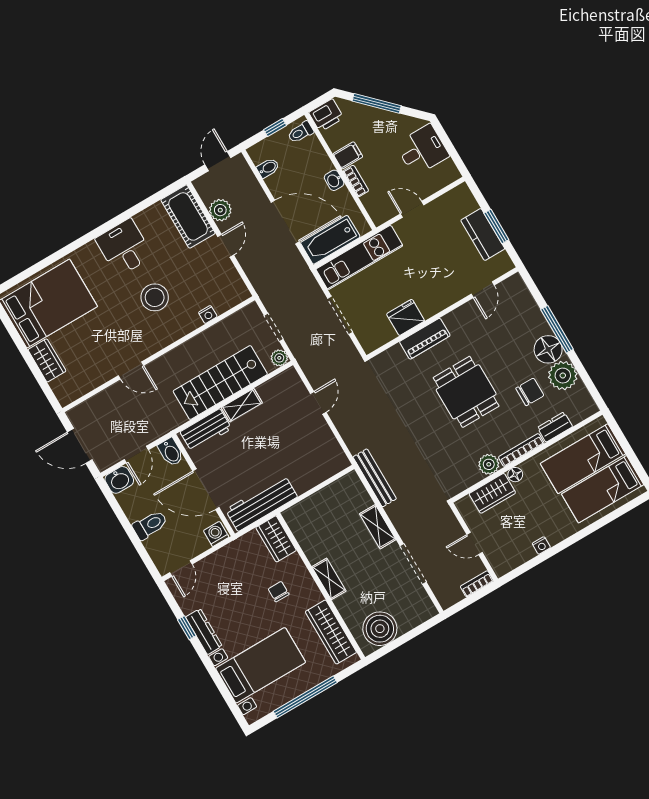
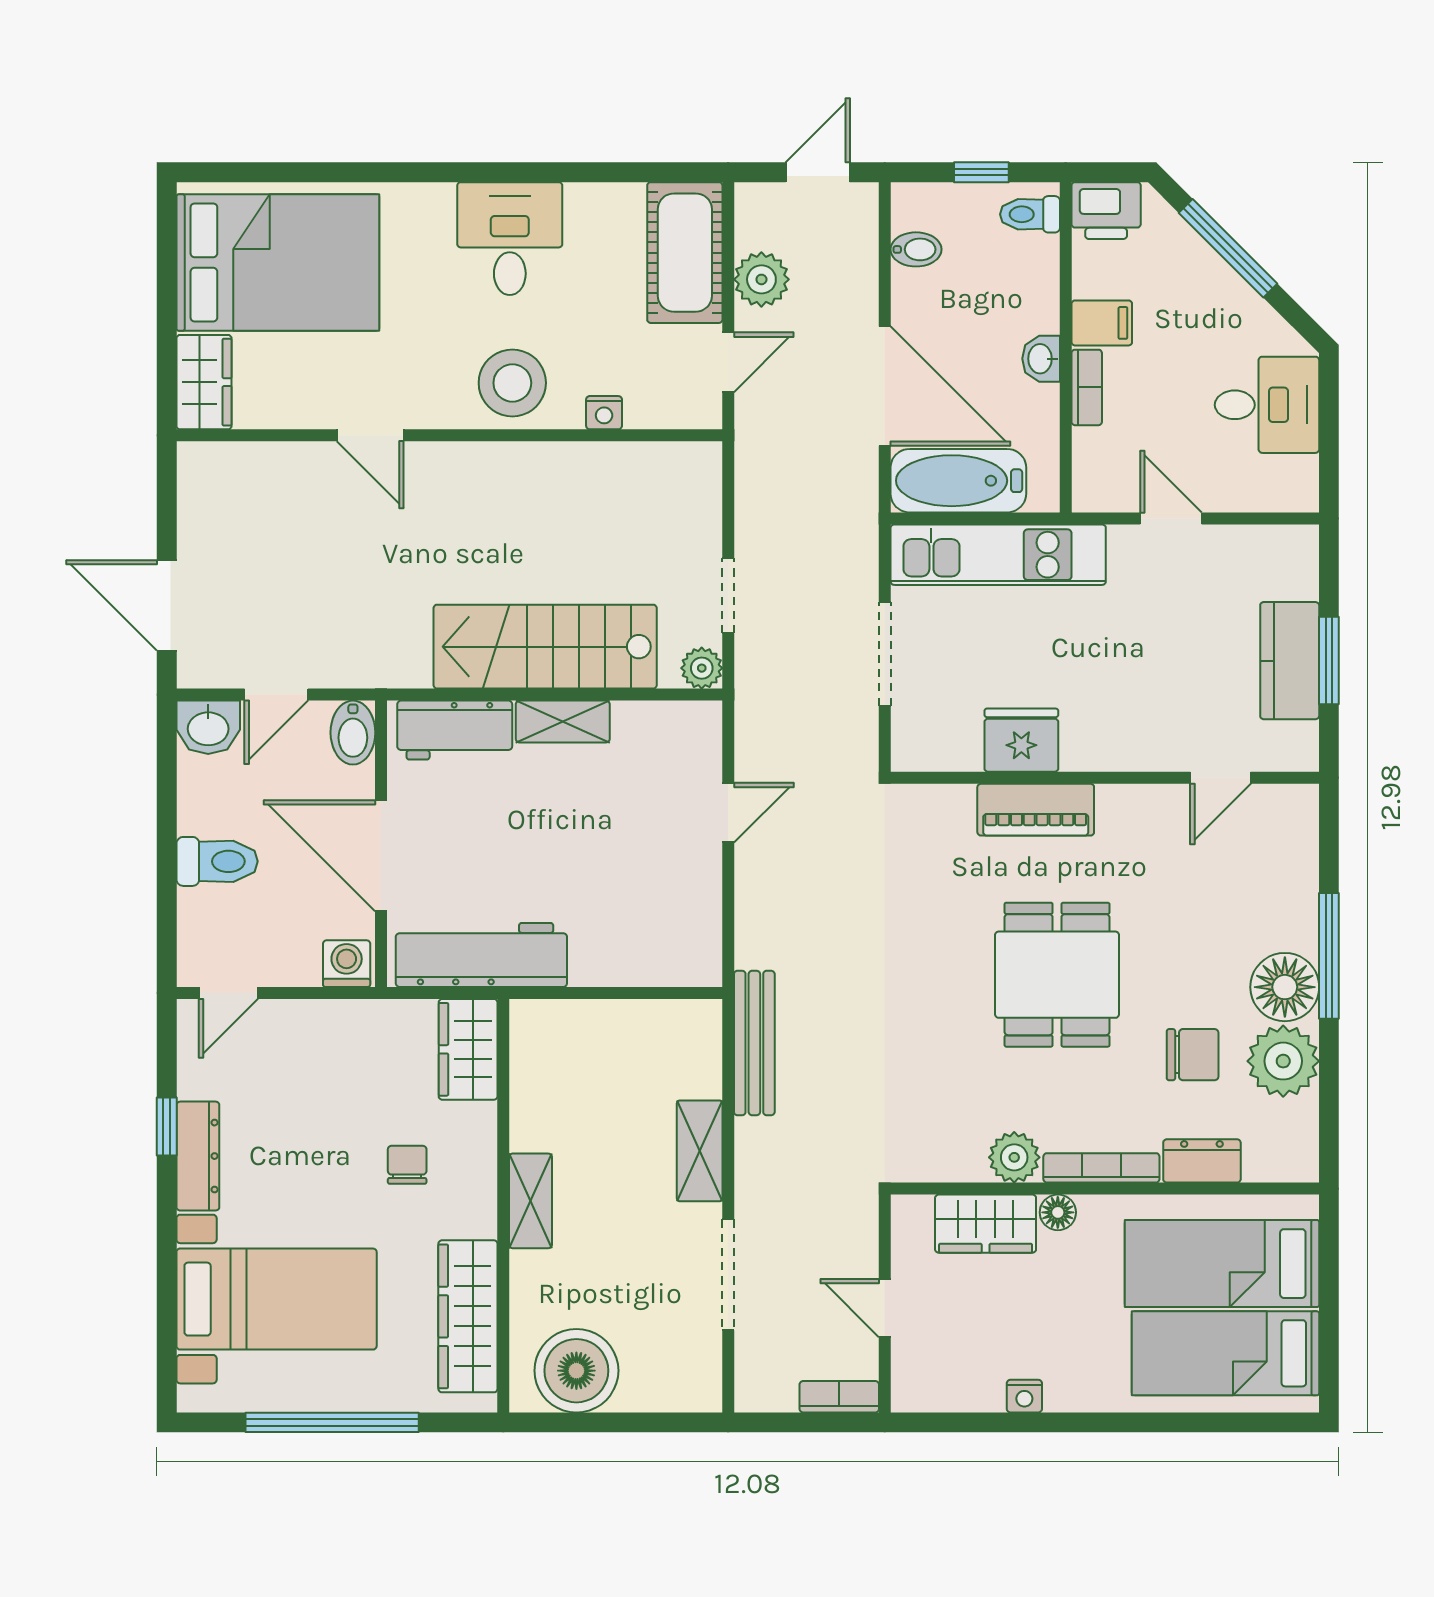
nightstand: (208, 314) -> (604, 413), moved
wall: (159, 354) -> (449, 435), moved
door: (131, 370) -> (370, 435), moved

